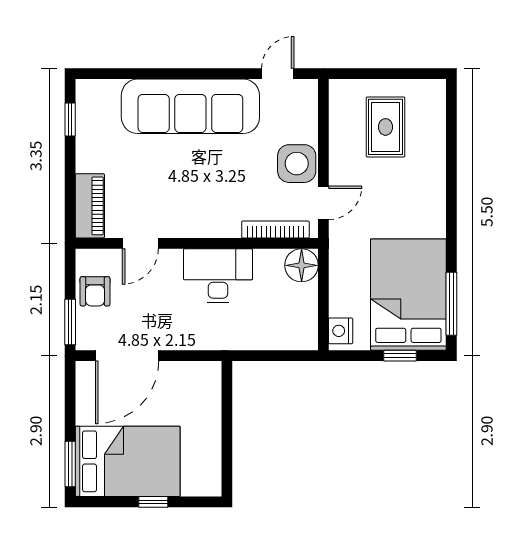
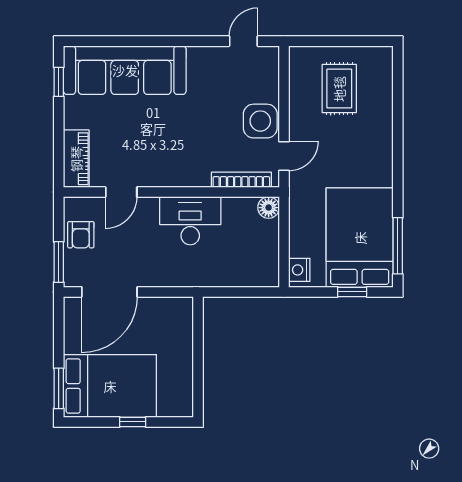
sofa: (190, 106) -> (125, 70), moved
floor lamp: (302, 265) -> (269, 208), width x0.73, depth x0.73

